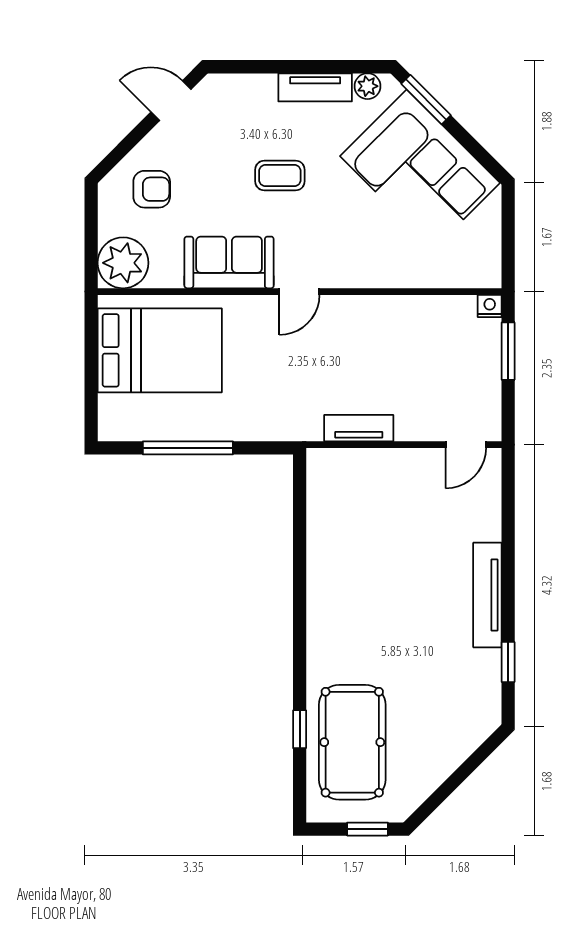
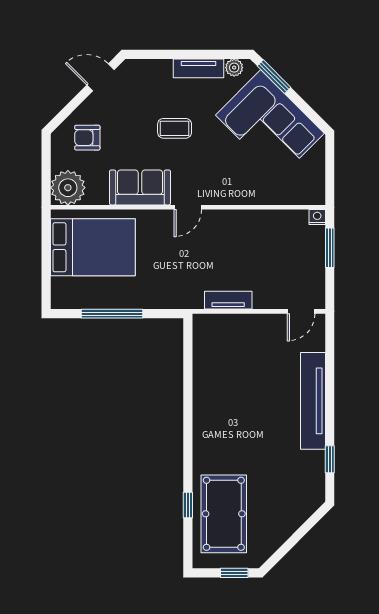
armchair: (152, 189) -> (87, 138), turned 180
tv unit: (487, 595) -> (313, 401), width x1.36, depth x1.29

